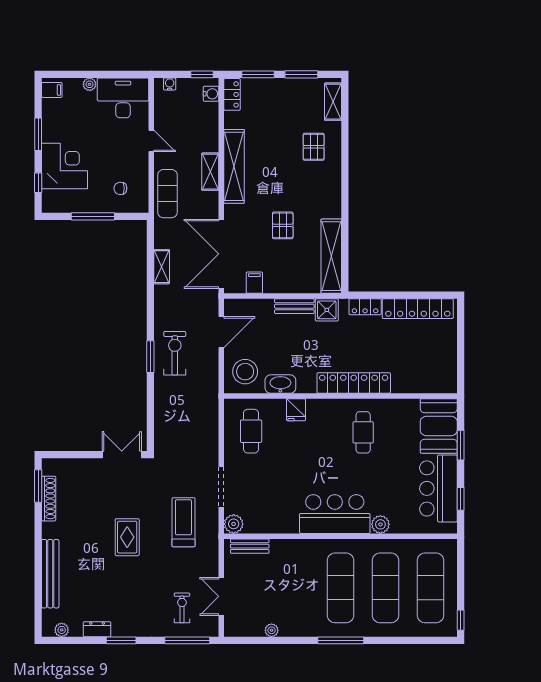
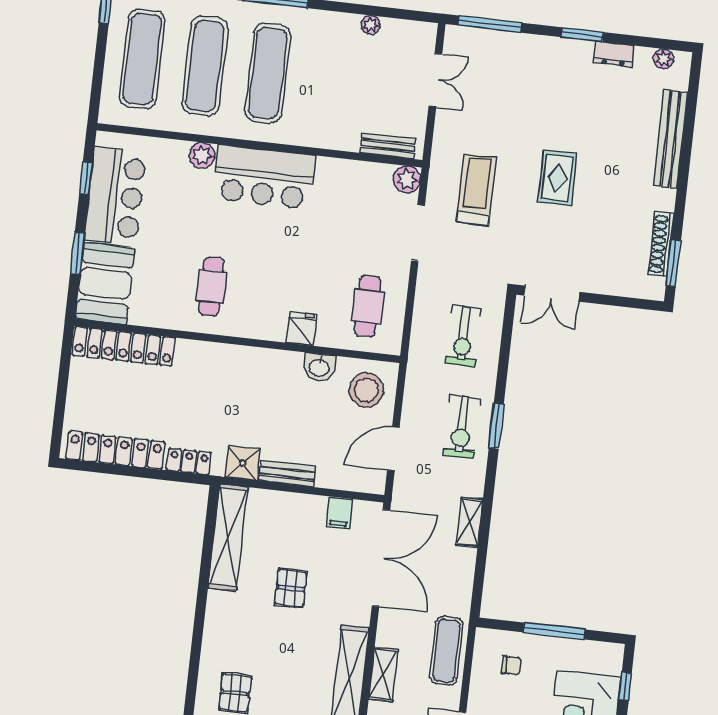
shelving: (162, 267) -> (469, 522), moved
locker: (354, 383) -> (124, 346), moved
washbasin: (280, 384) -> (319, 367), width x0.72
treadmill: (183, 522) -> (476, 190), turned 180
exercise bike: (182, 608) -> (463, 336), moved, width x1.38, depth x1.39

